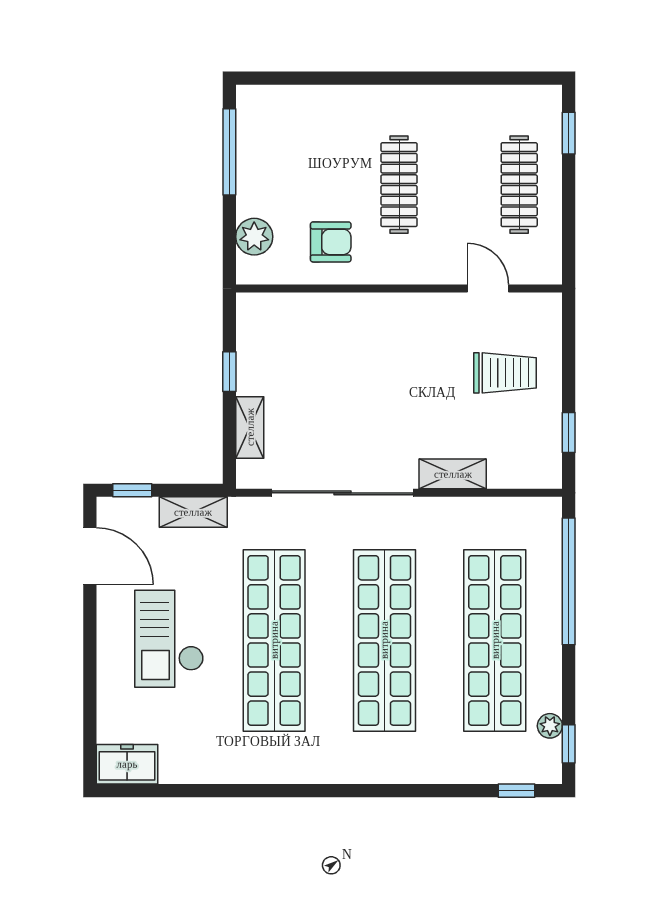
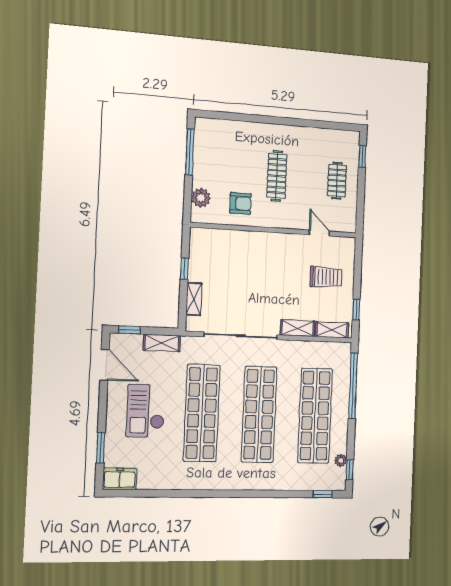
clothes rail: (519, 185) -> (337, 181), width x0.73
shelving: (522, 474) -> (332, 330), added
window: (90, 708) -> (101, 448), added

